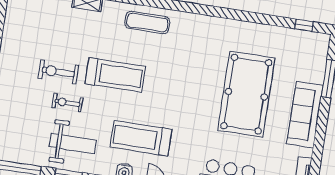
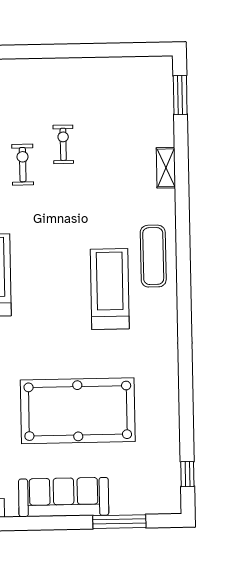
exercise bike: (58, 72) -> (63, 144), width x0.73, depth x0.72
treadmill: (115, 75) -> (110, 289), moved, turned 180

